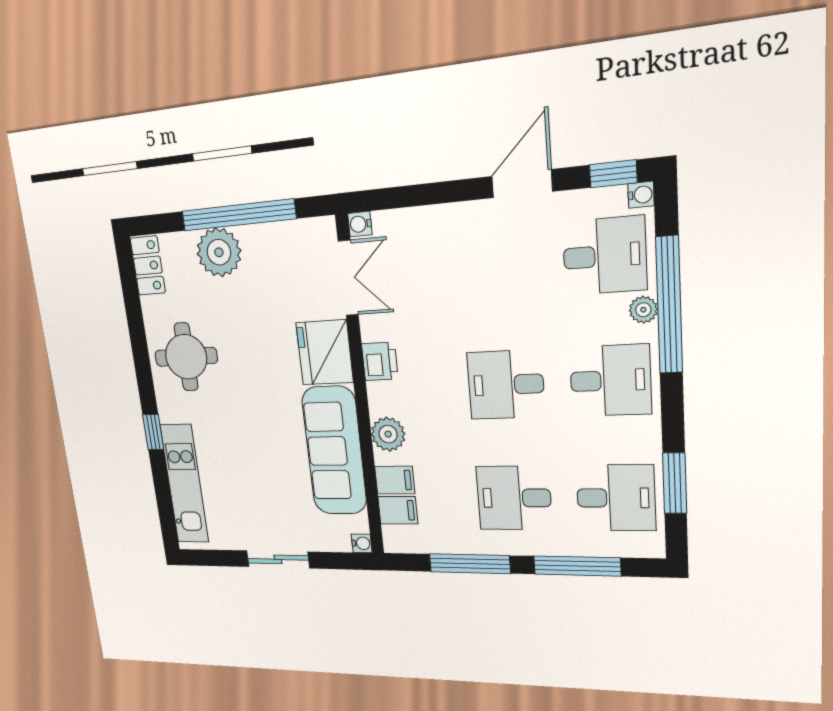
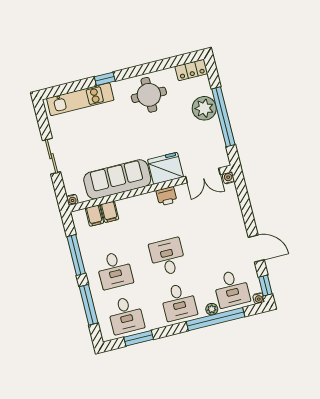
plant: (388, 434) -> (132, 205), removed
desk: (514, 498) -> (115, 270), turned 180

